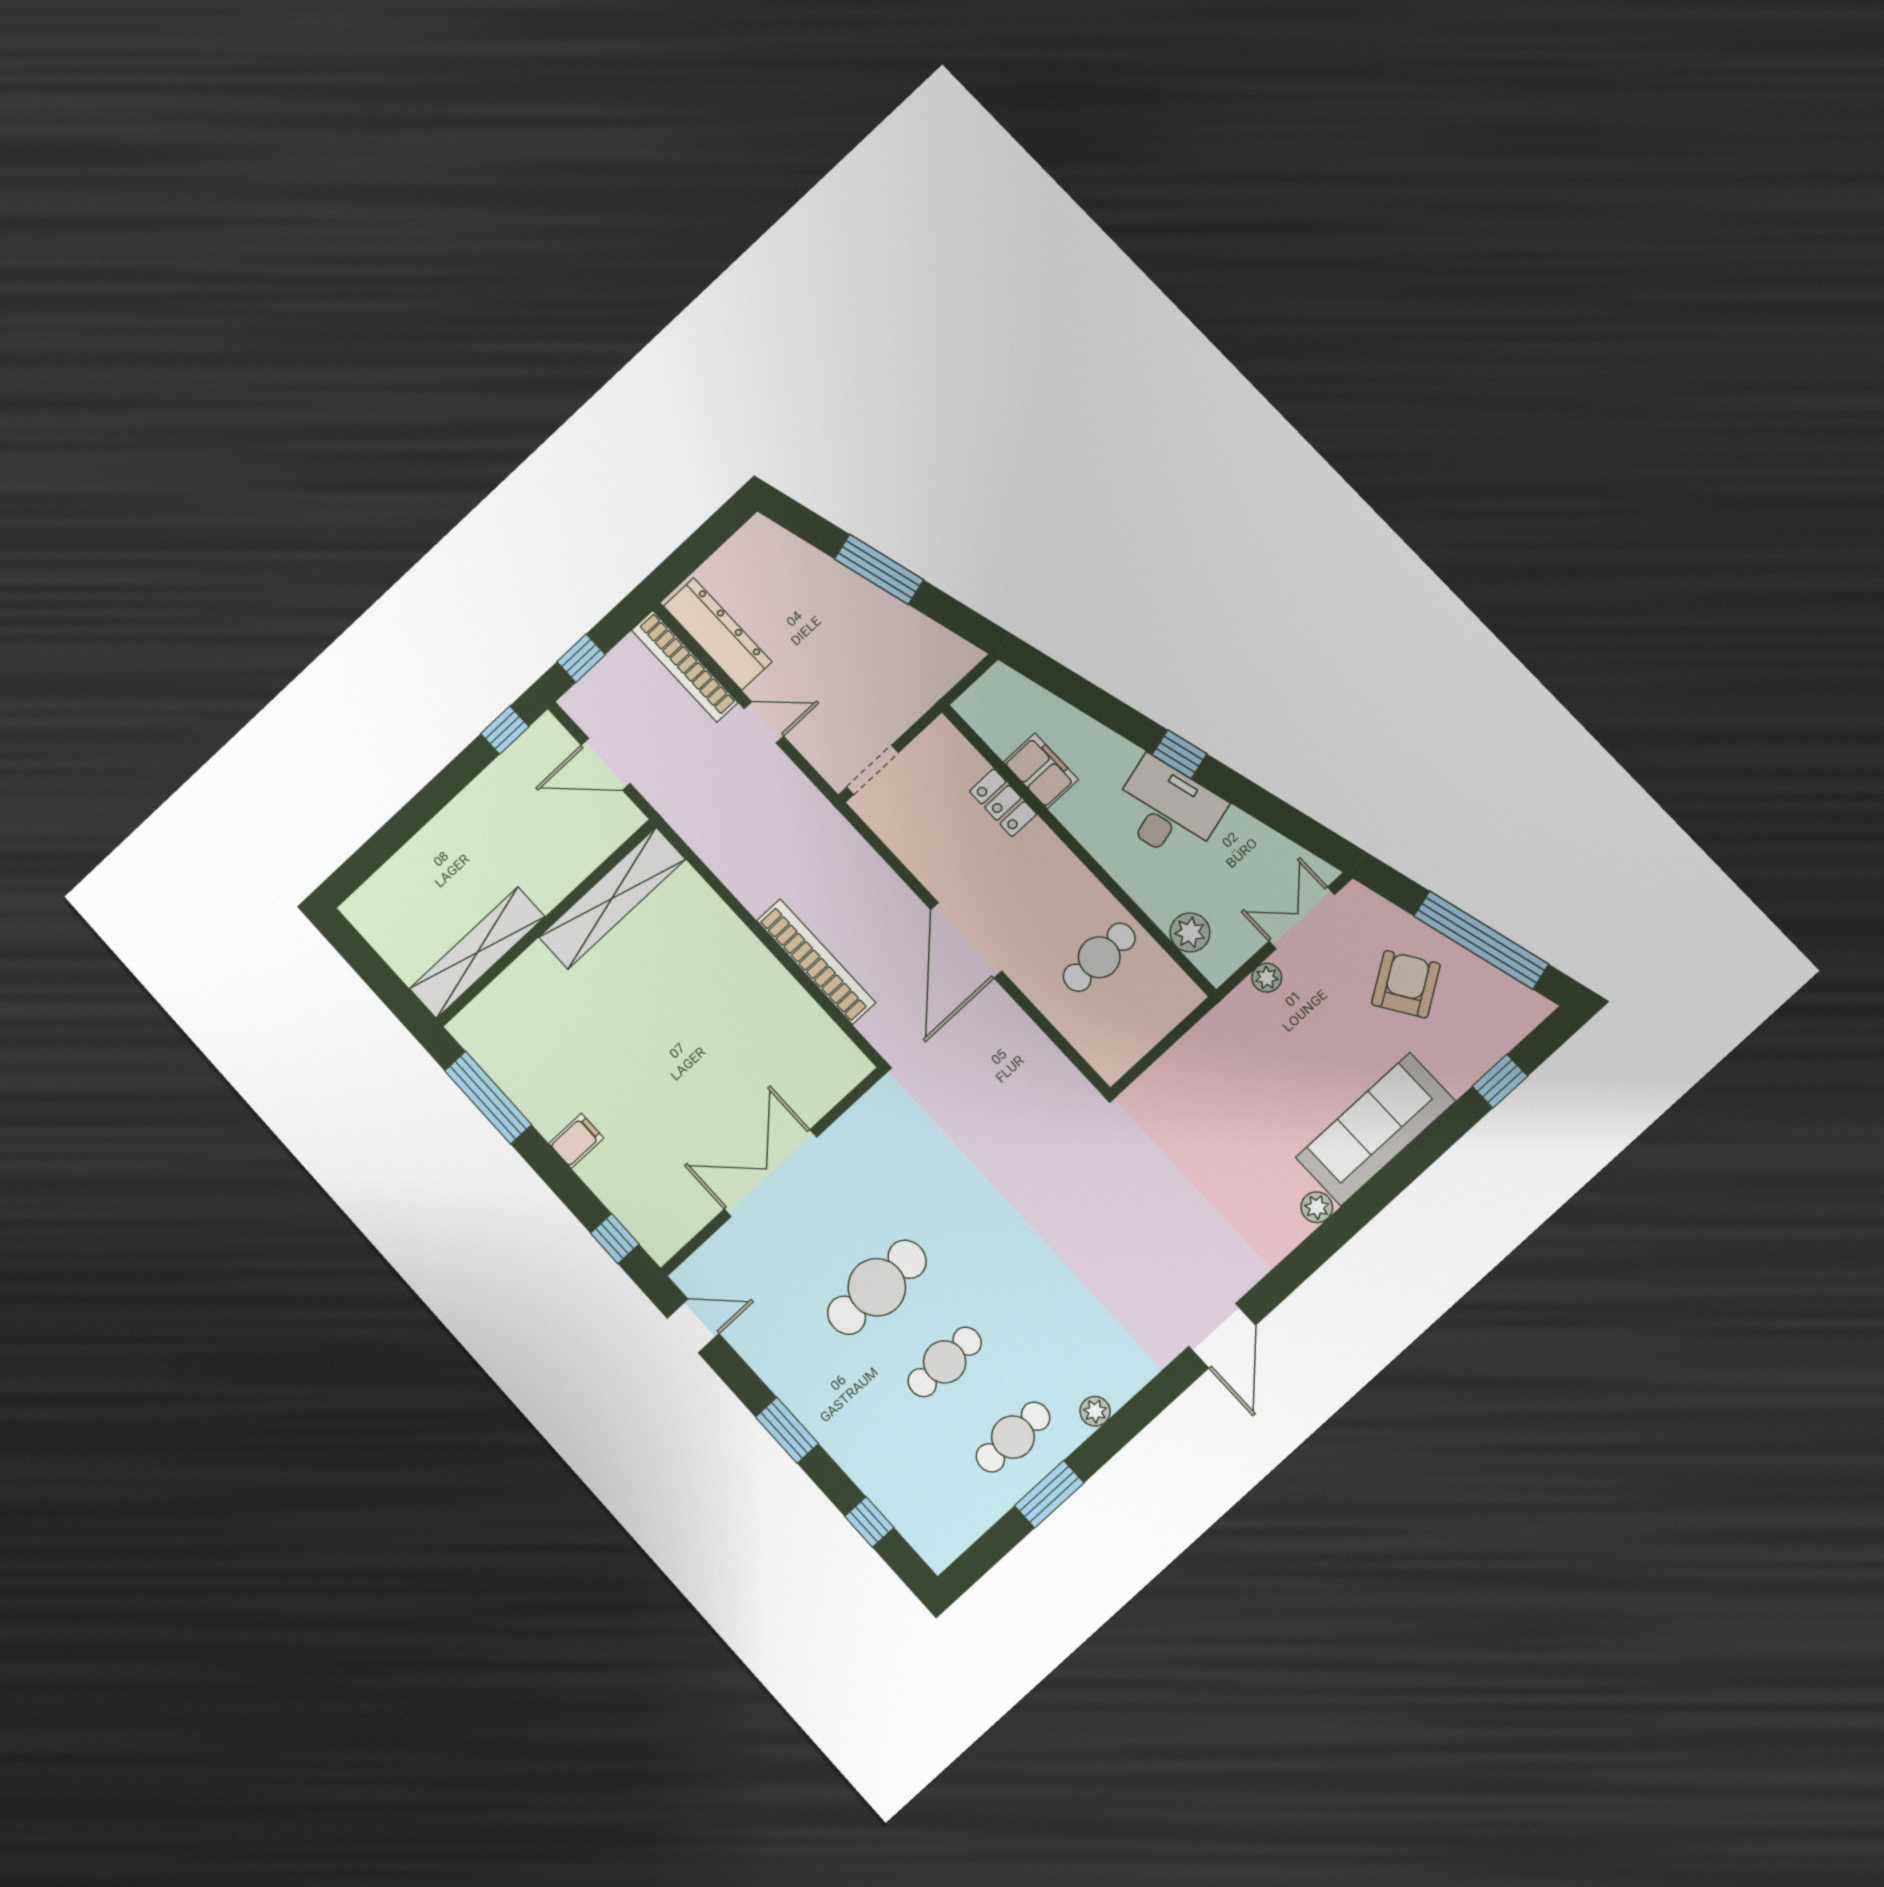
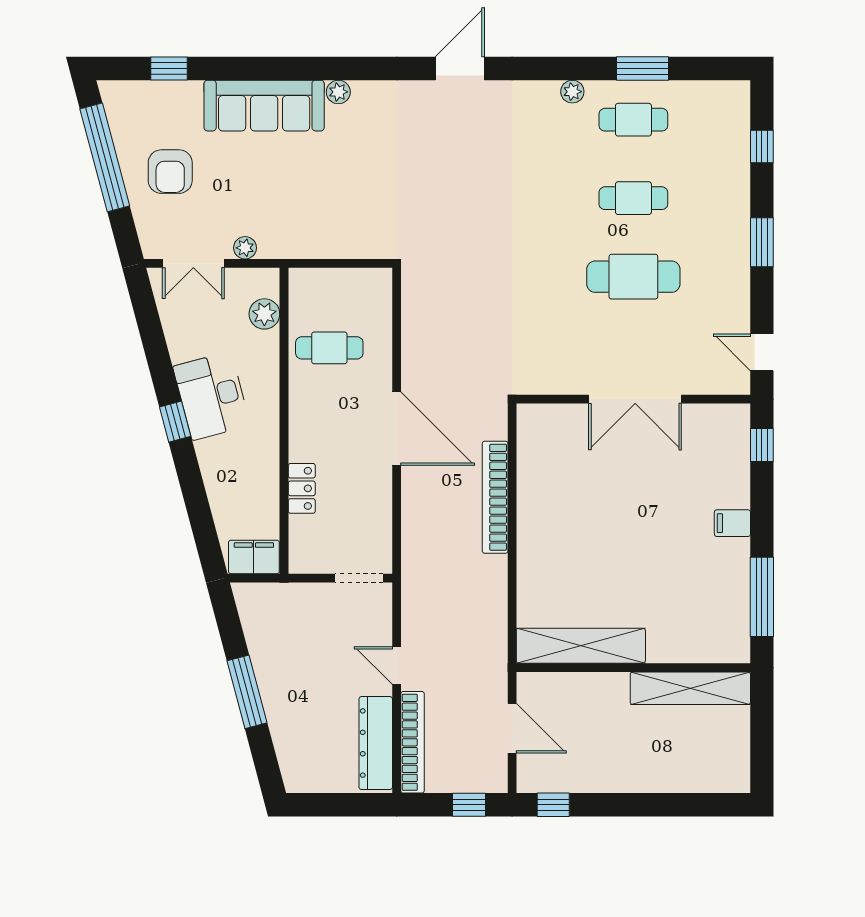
filing cabinet: (1041, 771) -> (254, 557), moved, turned 90
door: (966, 940) -> (397, 429), hinge flipped
armchair: (1406, 984) -> (170, 172), turned -57

